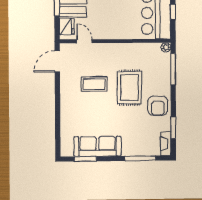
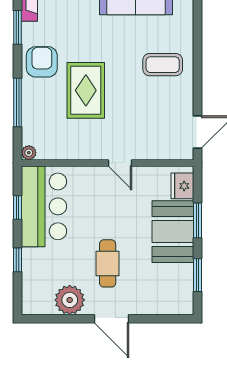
door: (84, 41) -> (120, 163), moved
window: (173, 69) -> (18, 102), moved
coffee table: (94, 84) -> (163, 65), moved

